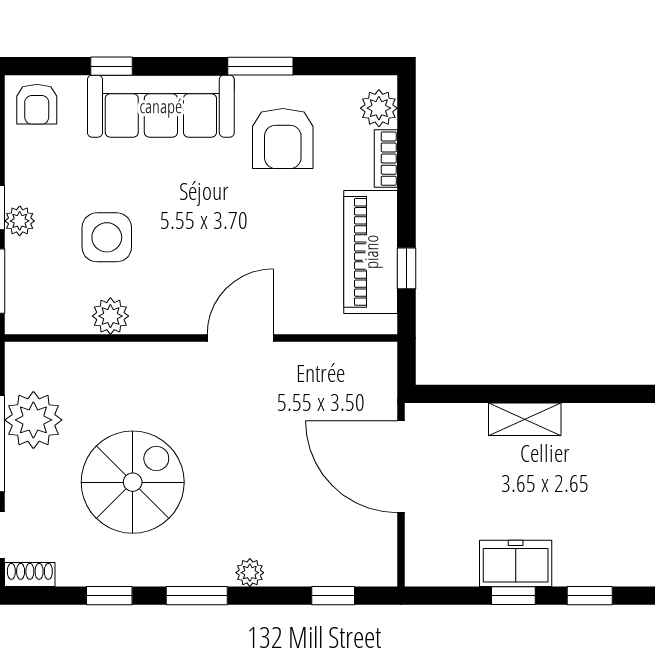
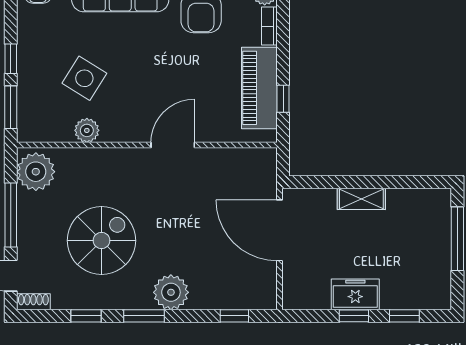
plant: (20, 221) -> (27, 67), removed
side table: (107, 237) -> (84, 78), turned 32
plant: (33, 420) -> (36, 172), moved
plant: (250, 573) -> (171, 292), width x1.87, depth x1.87

